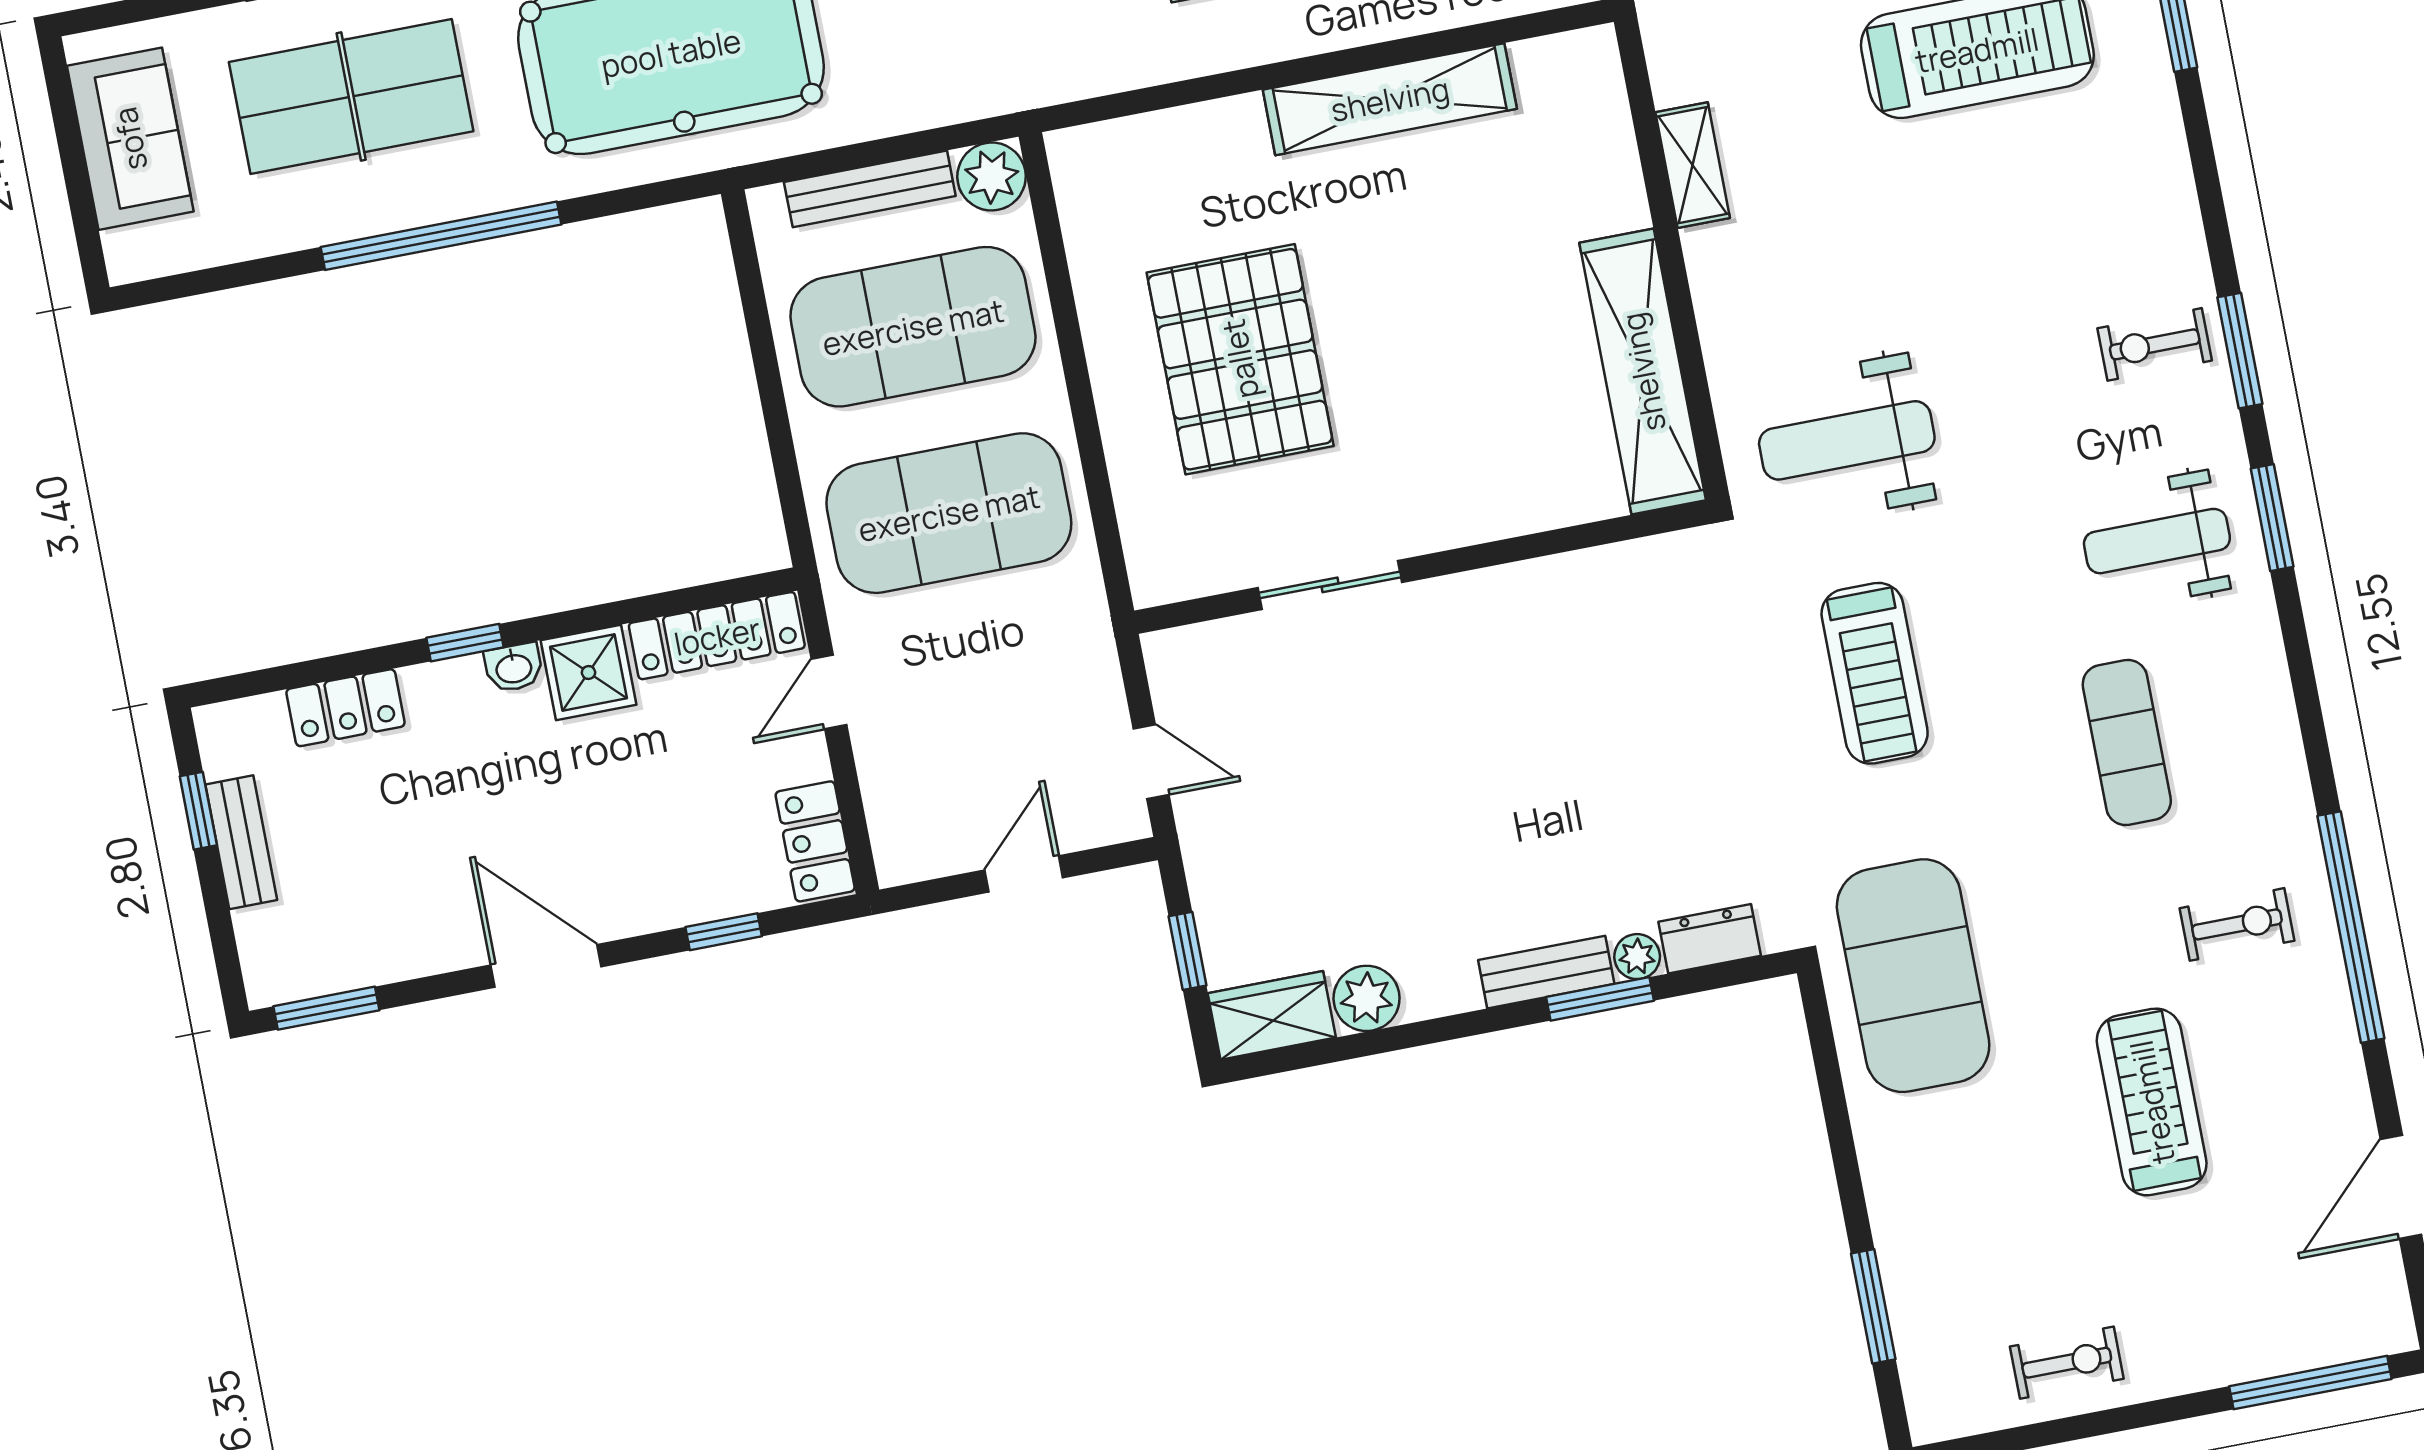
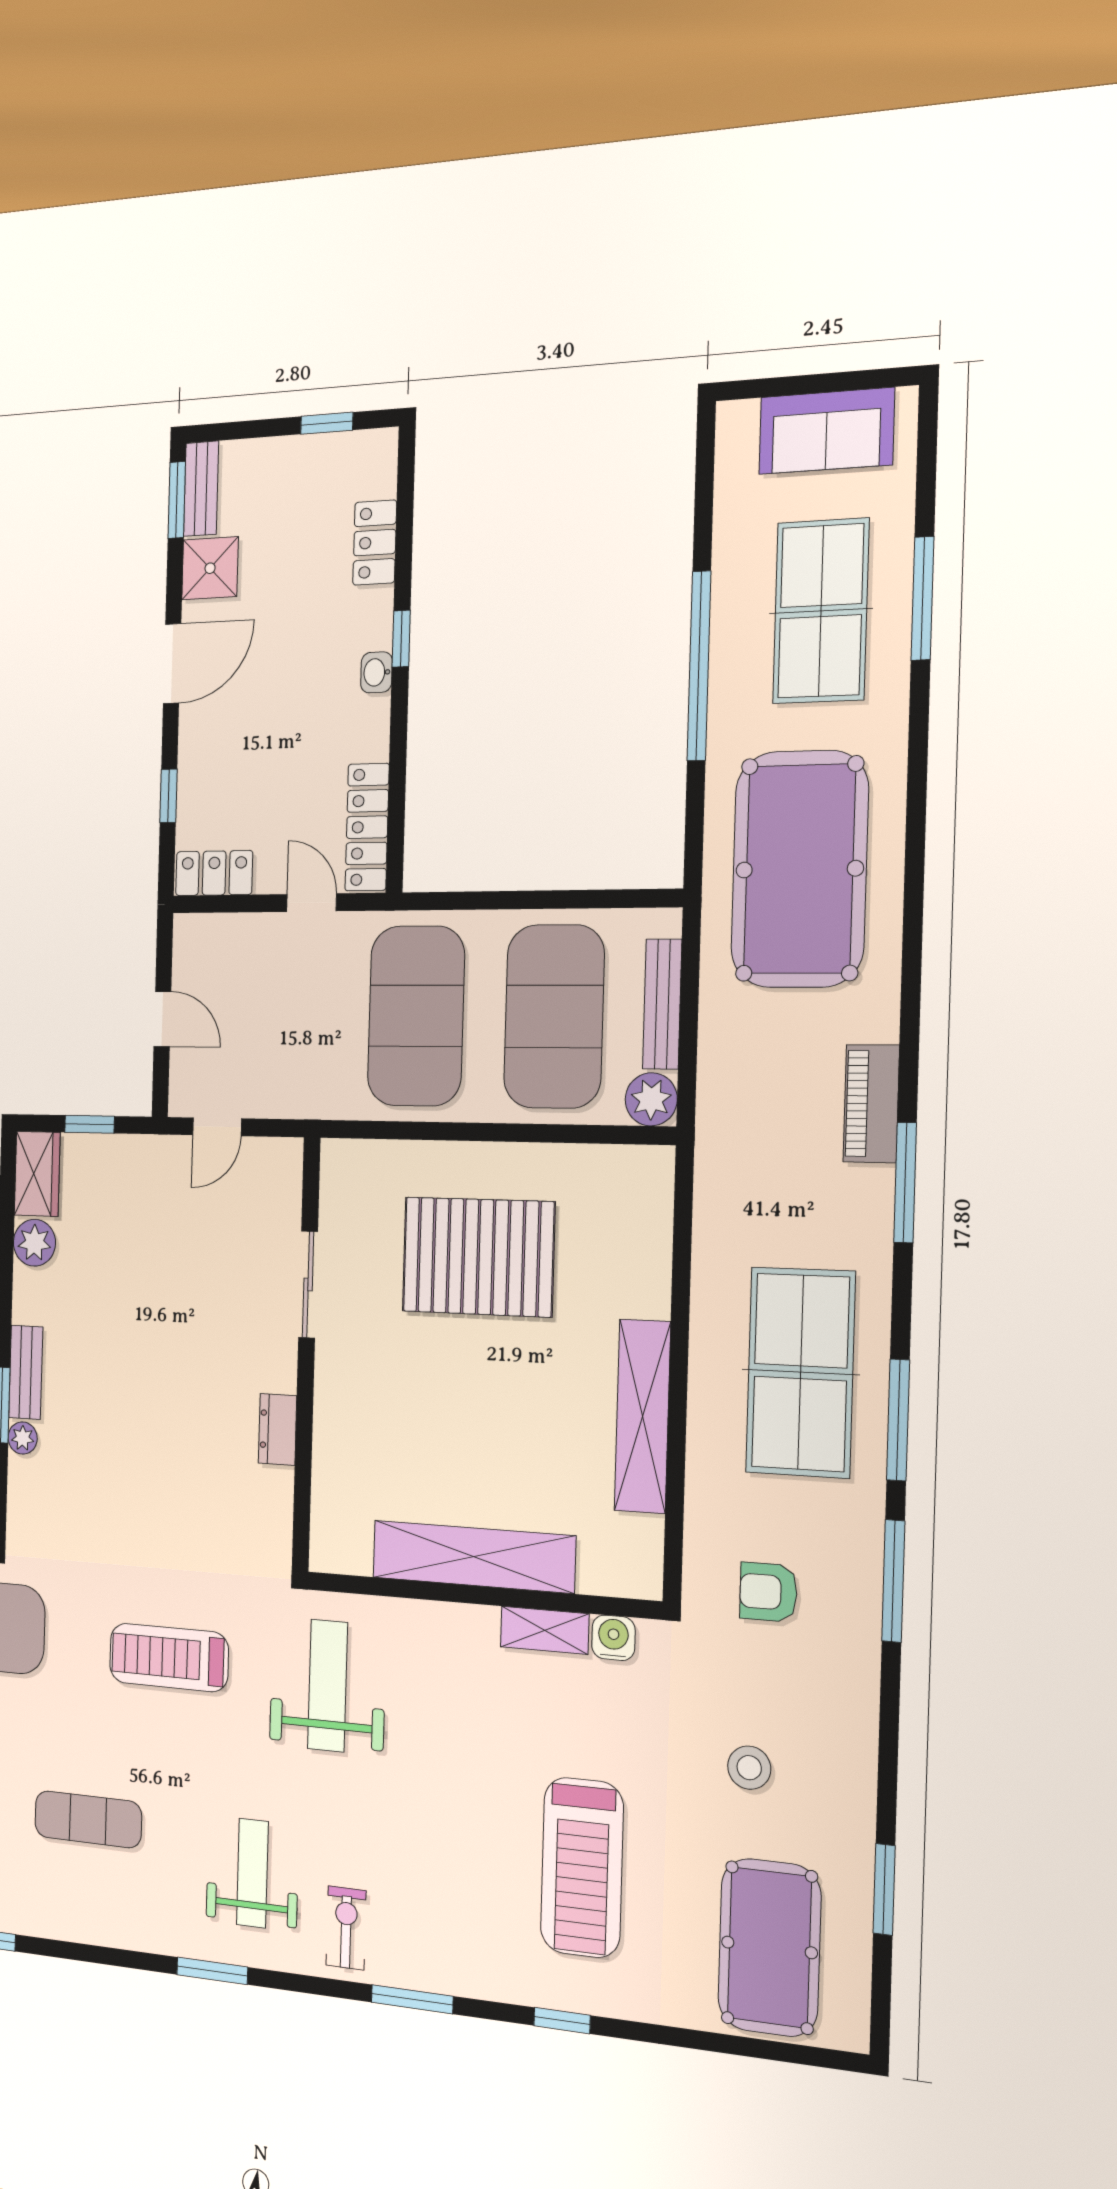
water cooler: (1677, 74) -> (613, 1638), added
window: (2240, 351) -> (412, 1999), moved
shelving: (1643, 372) -> (473, 1557), moved
weight bench: (2157, 541) -> (252, 1873), moved
shower: (588, 673) -> (210, 568), moved
bench: (241, 842) -> (201, 489), moved, turned 90
dresser: (1710, 939) -> (278, 1429), moved, turned 180

